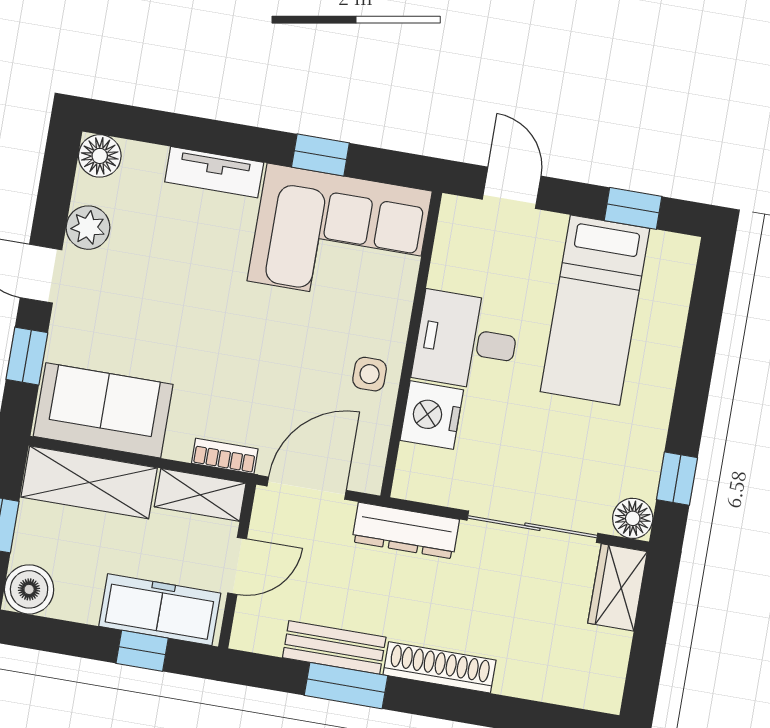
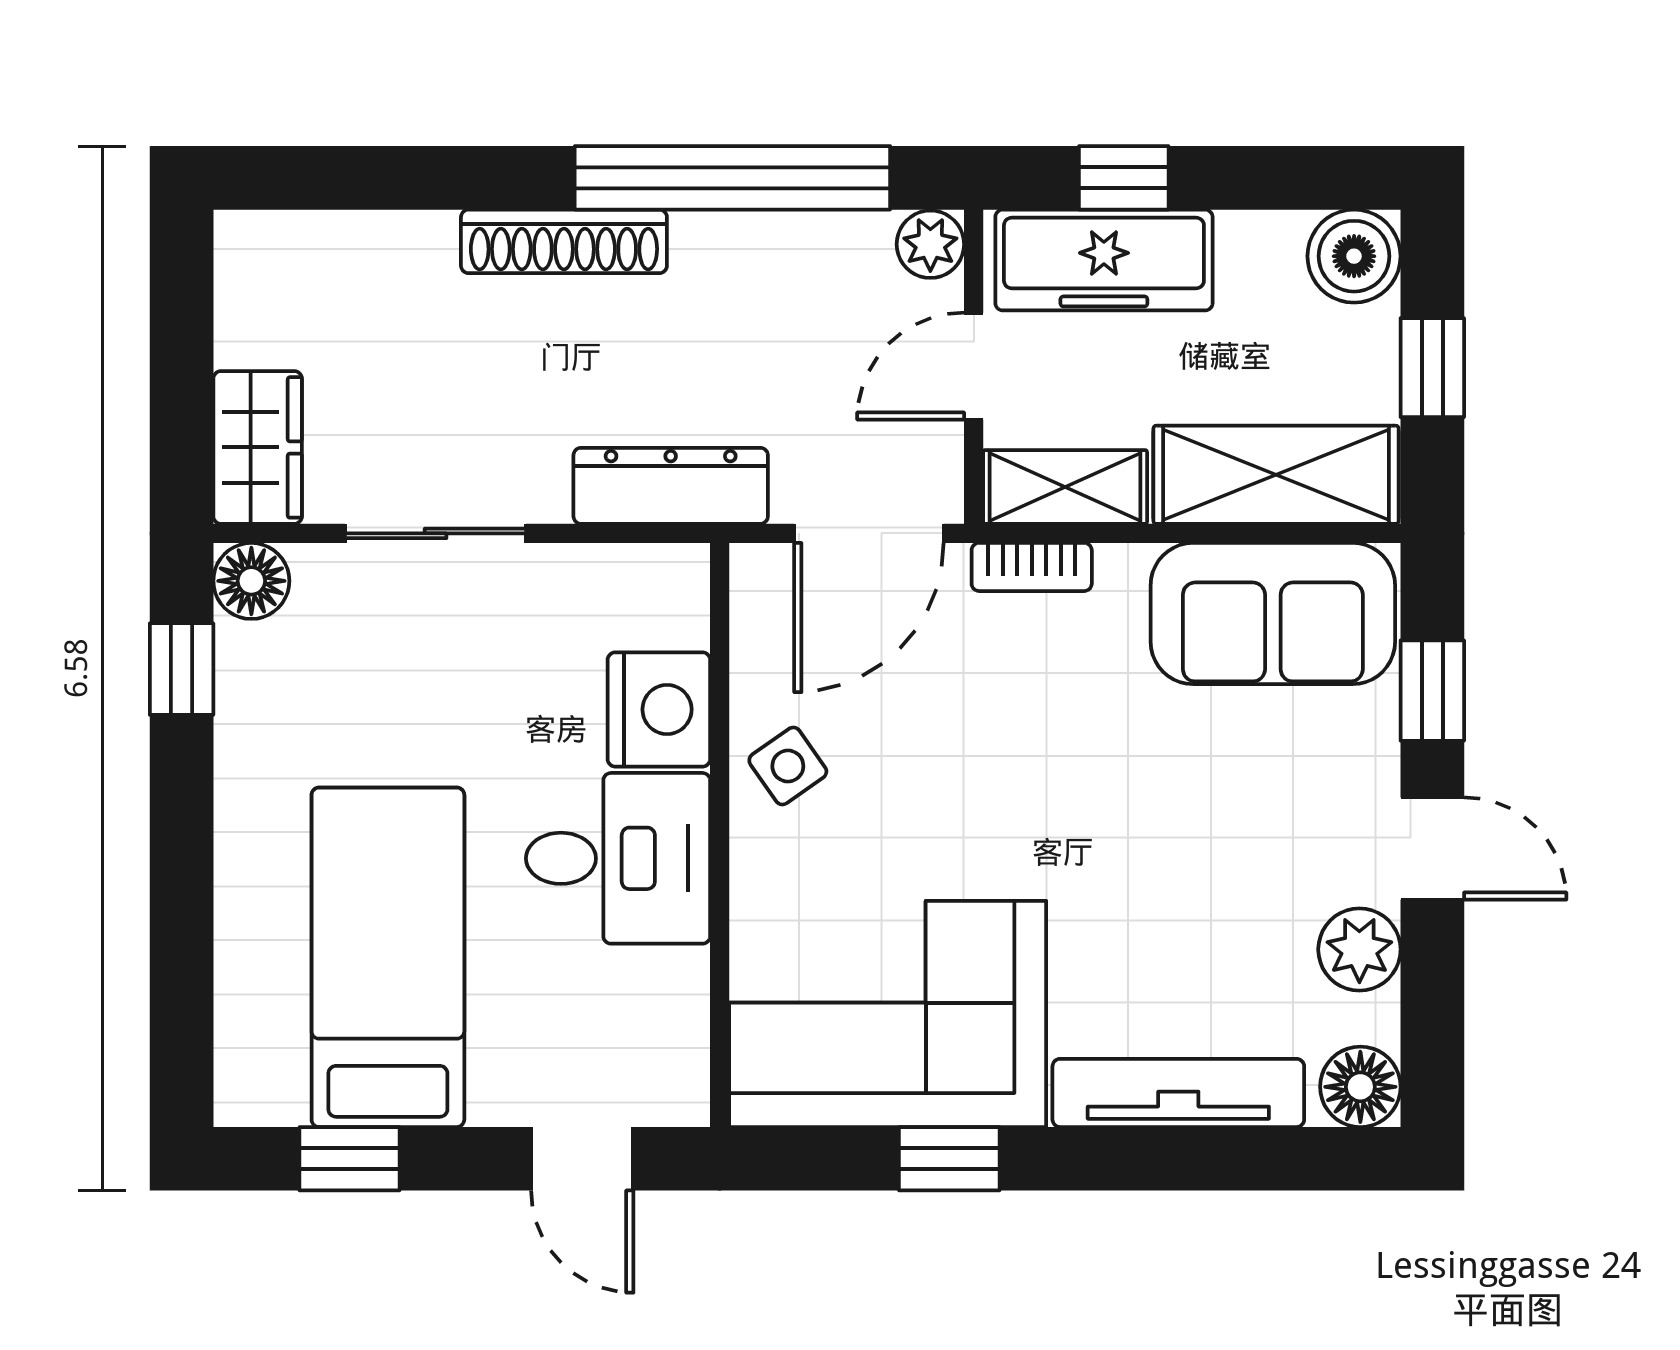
tv unit: (214, 172) -> (1178, 1093), width x1.41
side table: (370, 374) -> (788, 766), turned -35
sliding door: (532, 527) -> (436, 533), width x0.73
plant: (249, 633) -> (930, 244), added
bench: (334, 647) -> (767, 245), removed
window: (346, 686) -> (732, 178), width x2.11

